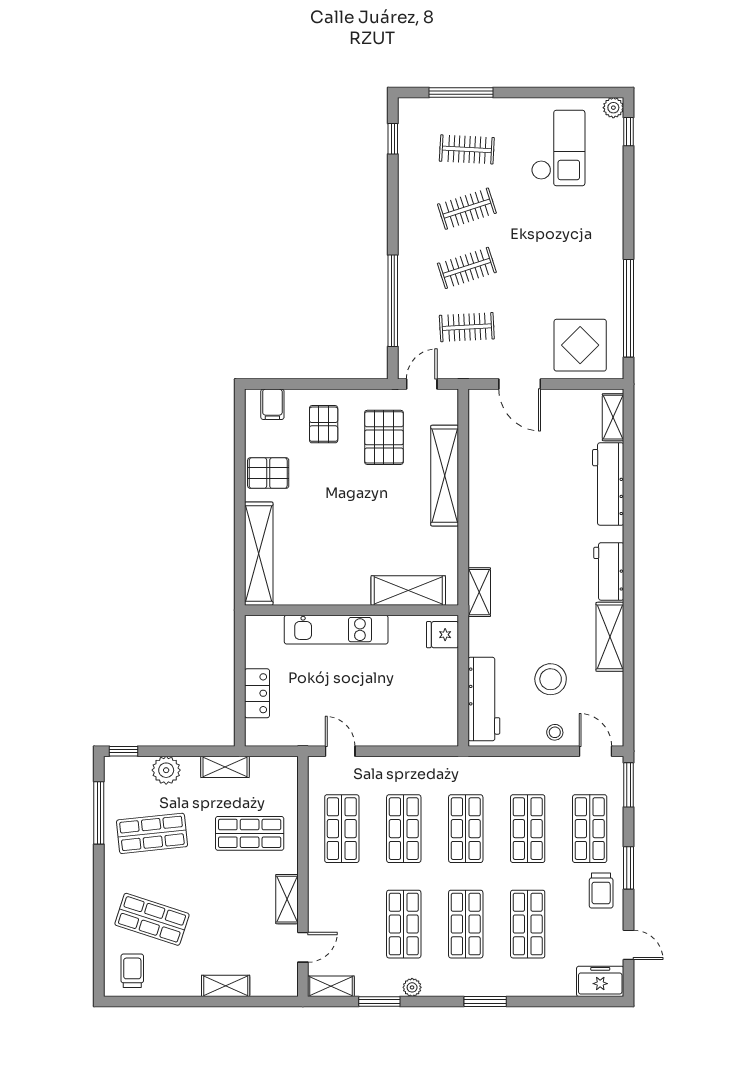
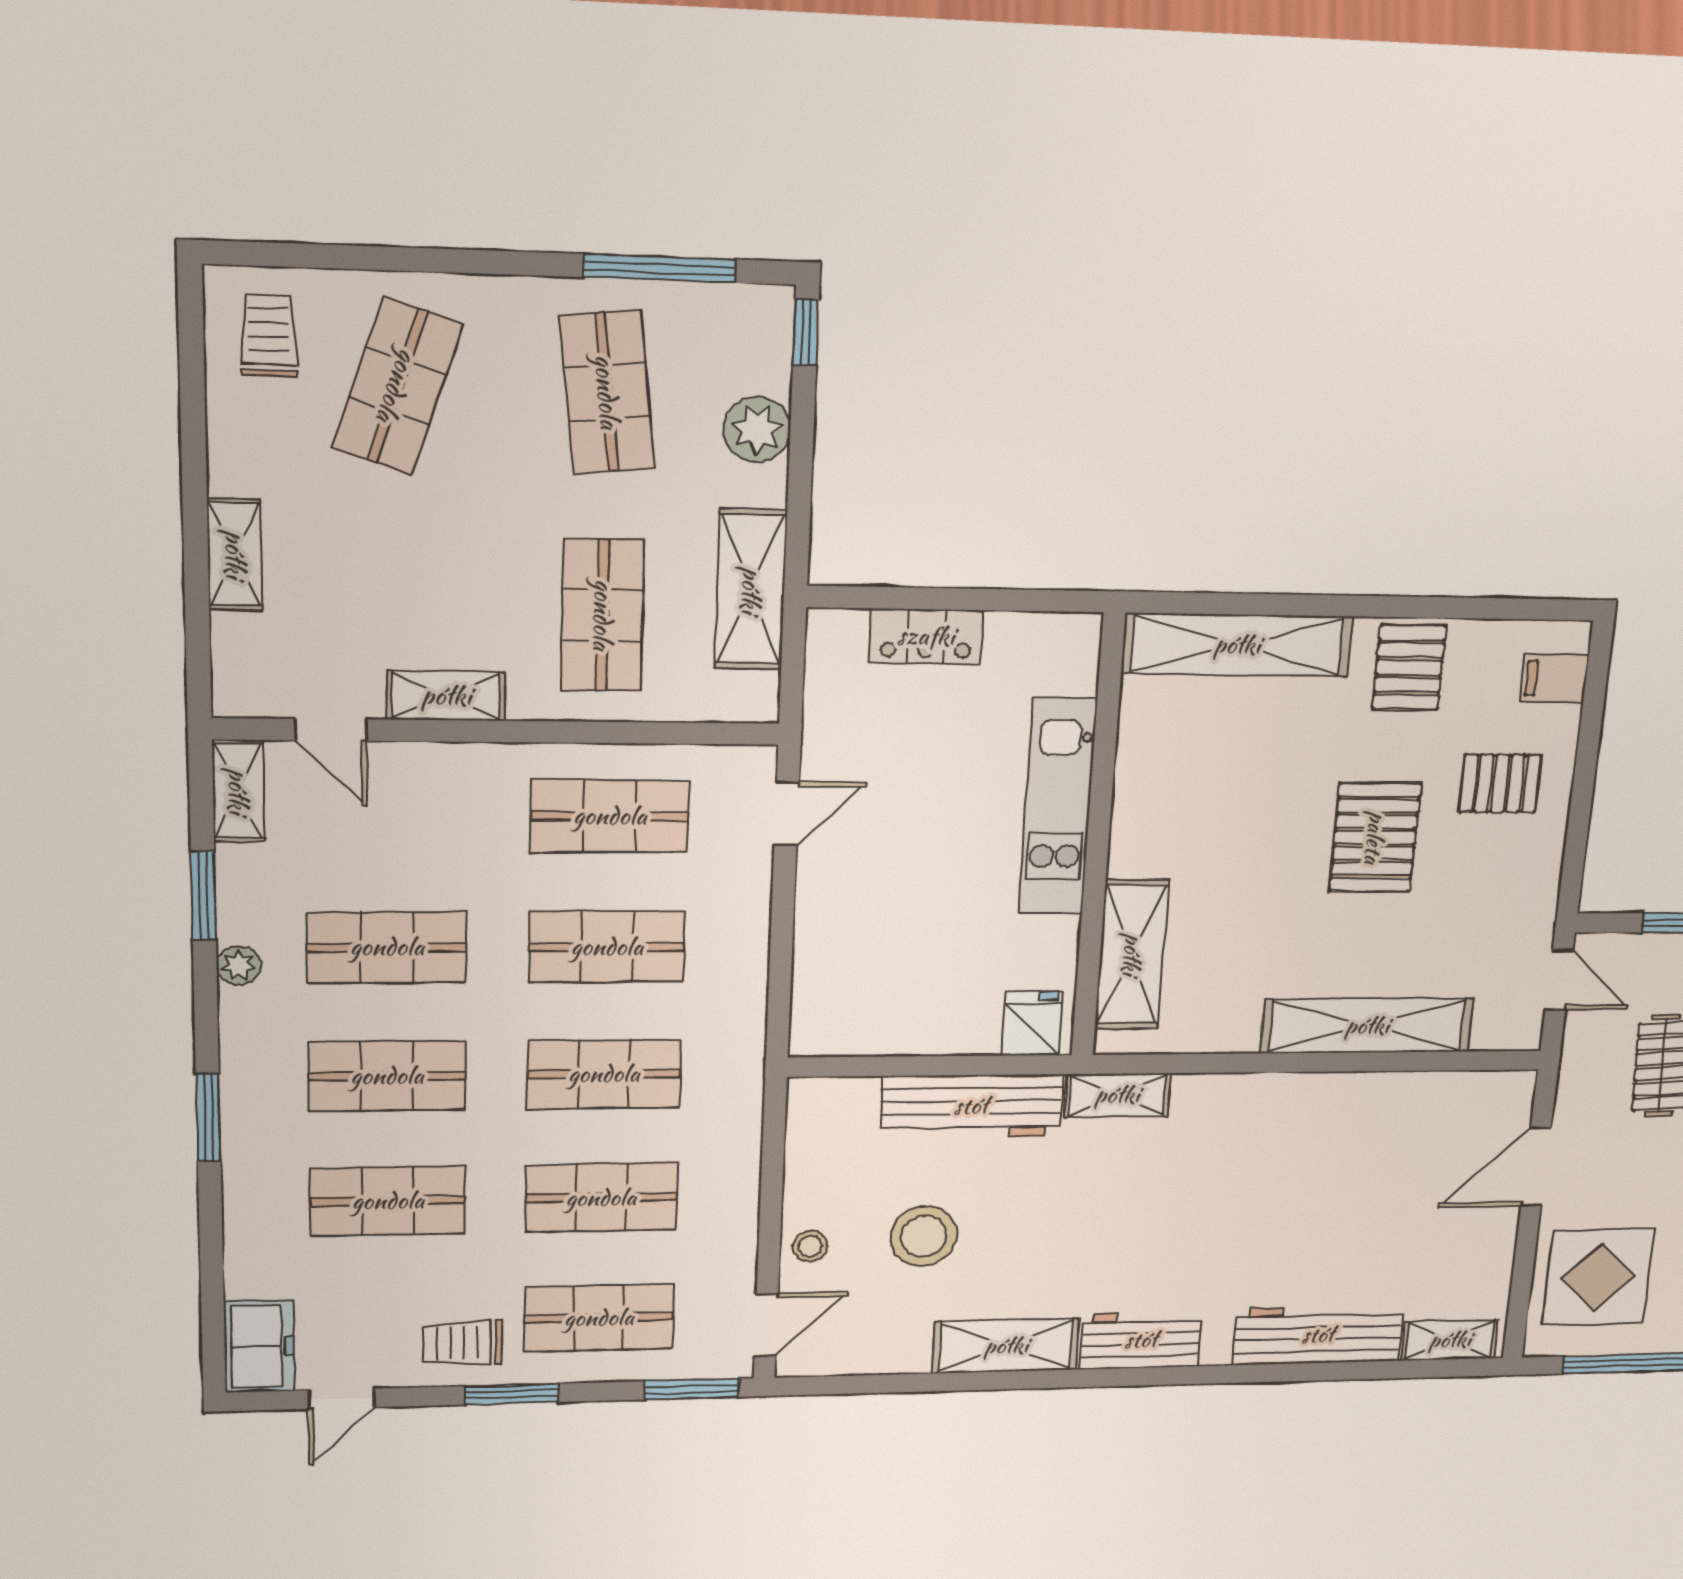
pallet: (384, 437) -> (1375, 838), moved, turned 90
workbench: (484, 699) -> (971, 1106), moved
shelving: (225, 767) -> (751, 590), width x1.50, depth x1.33
trolley: (132, 971) -> (269, 336), turned -90

